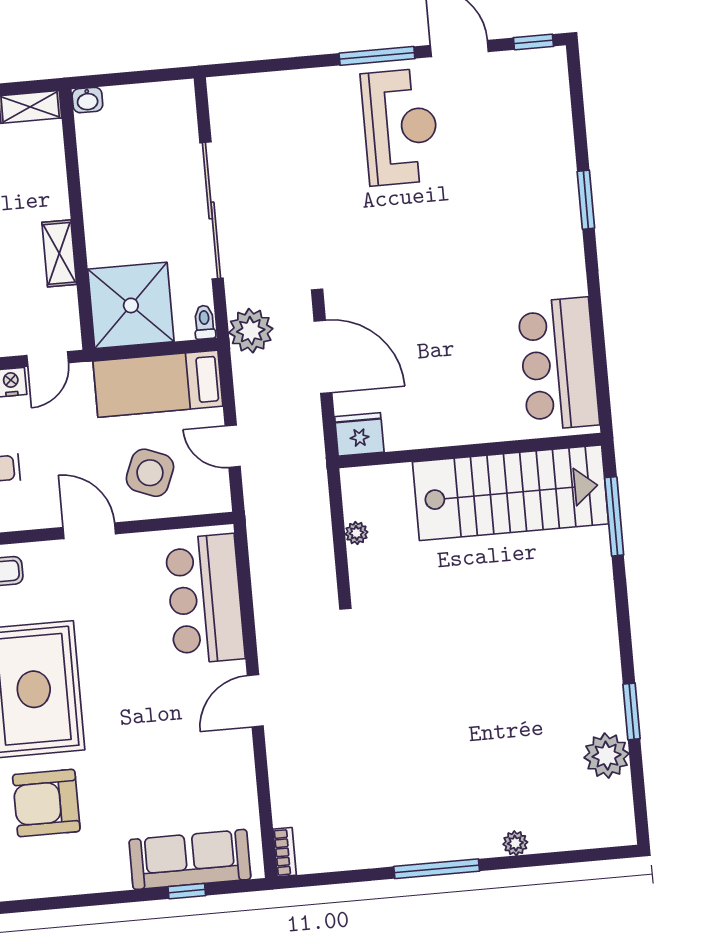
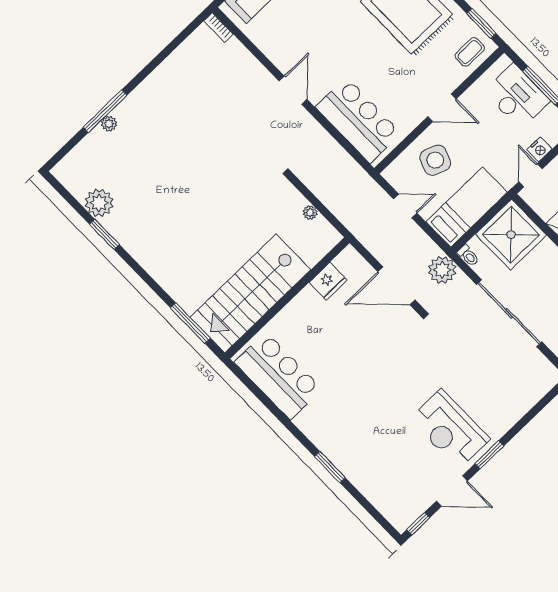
window: (377, 56) -> (489, 455), width x0.69
fridge: (359, 434) -> (328, 281), moved
window: (437, 869) -> (105, 111), moved

